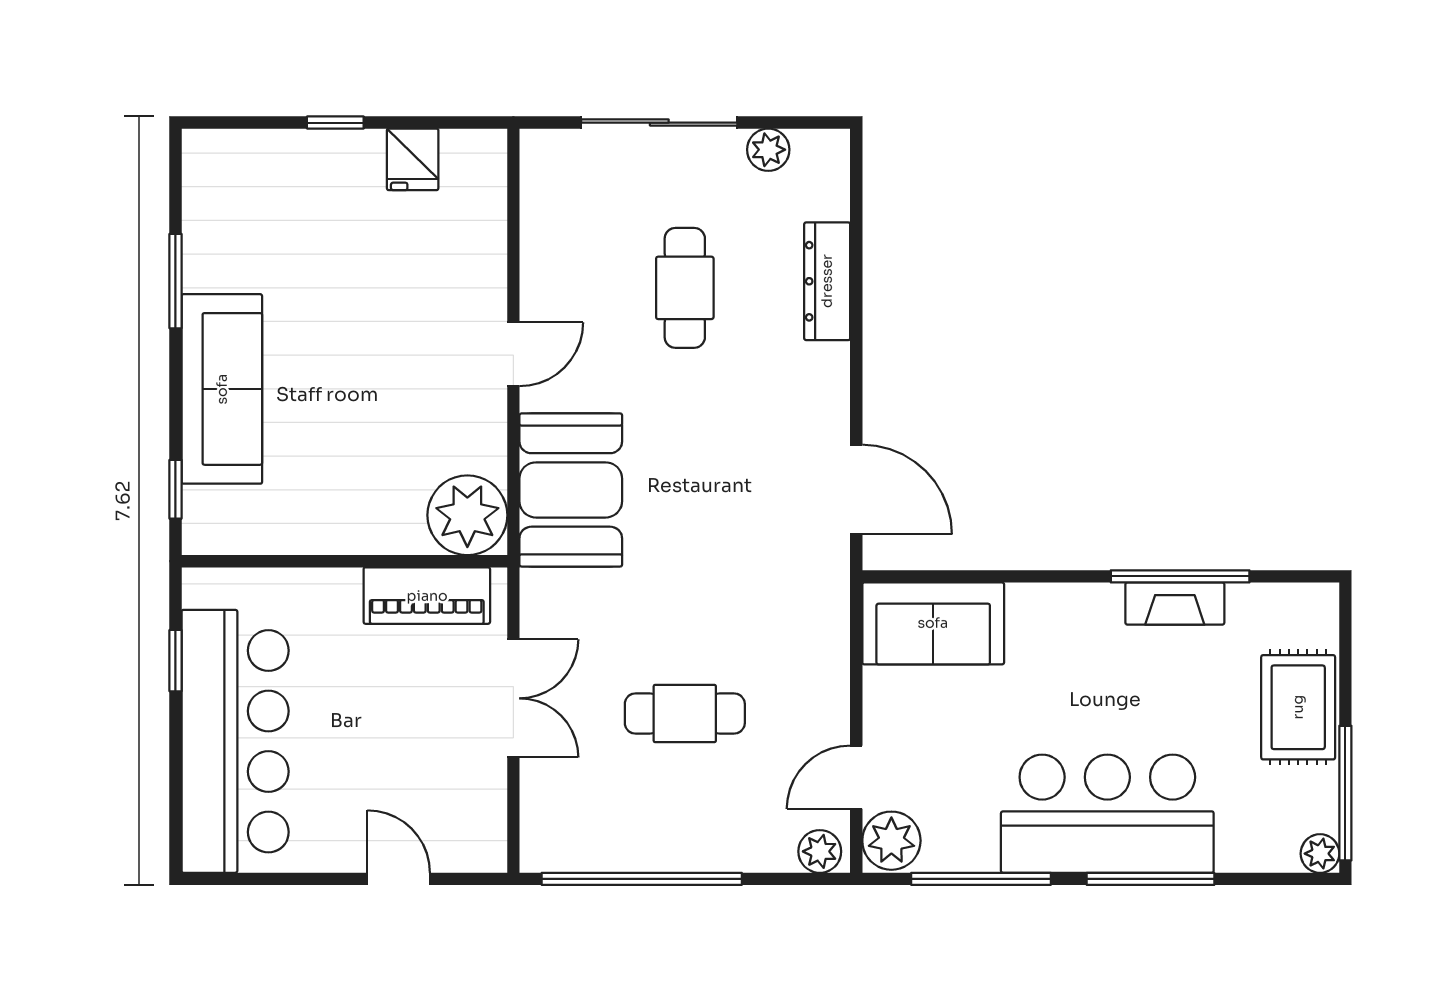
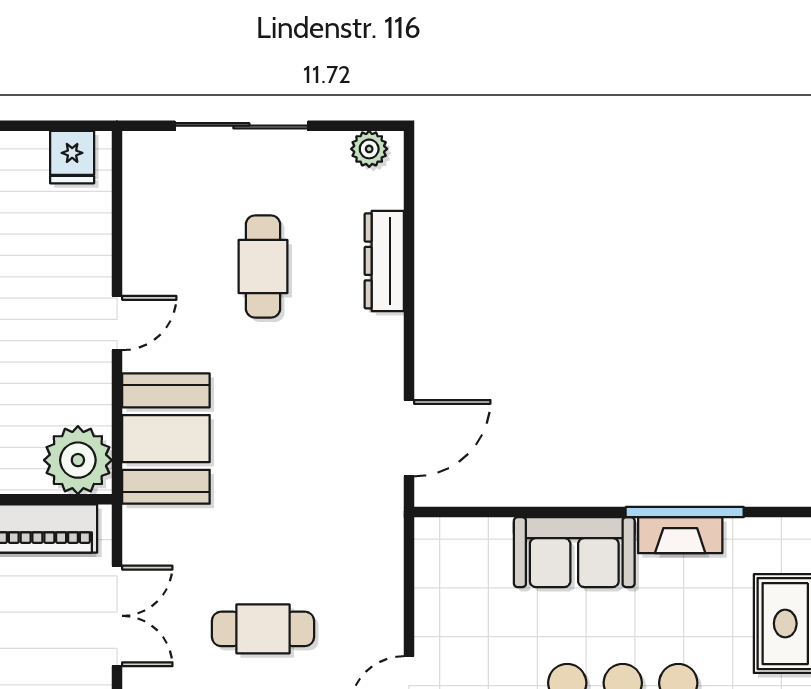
plant: (768, 150) -> (369, 149), moved
fridge: (413, 159) -> (72, 157), moved
door: (856, 490) -> (409, 438), hinge flipped
sofa: (933, 623) -> (574, 552), moved

